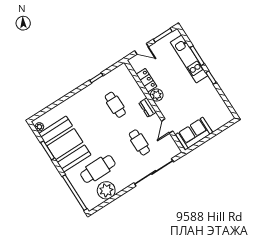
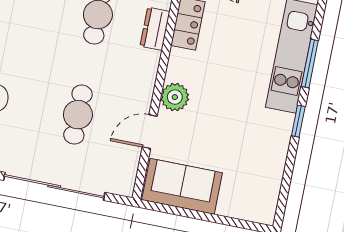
plant: (157, 95) -> (175, 97), moved
dresser: (148, 107) -> (155, 29), moved

